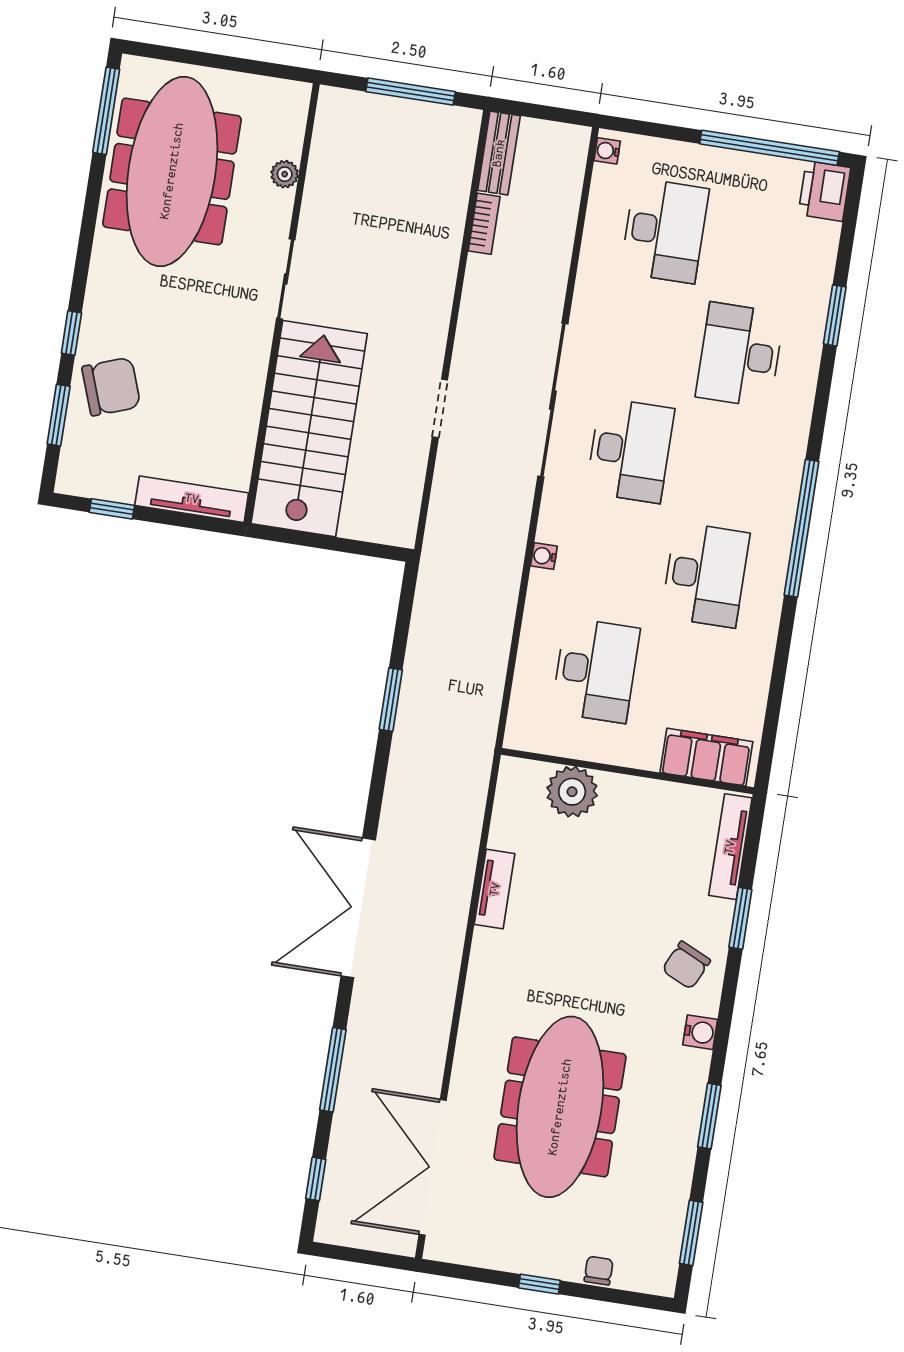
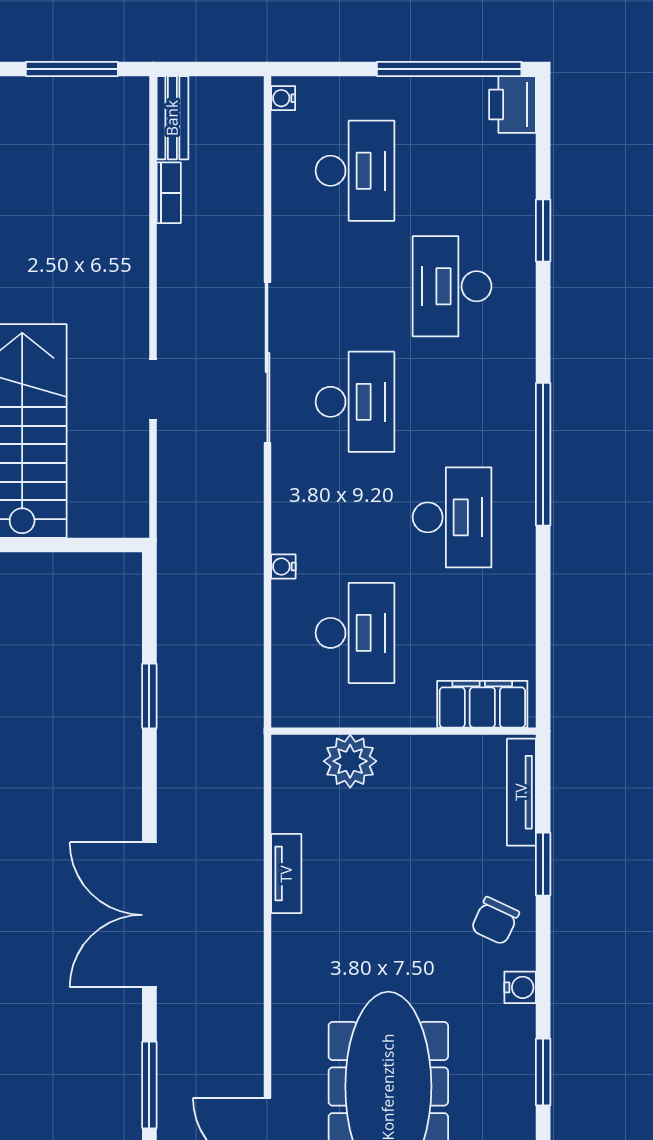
water cooler: (544, 556) -> (283, 566), moved

